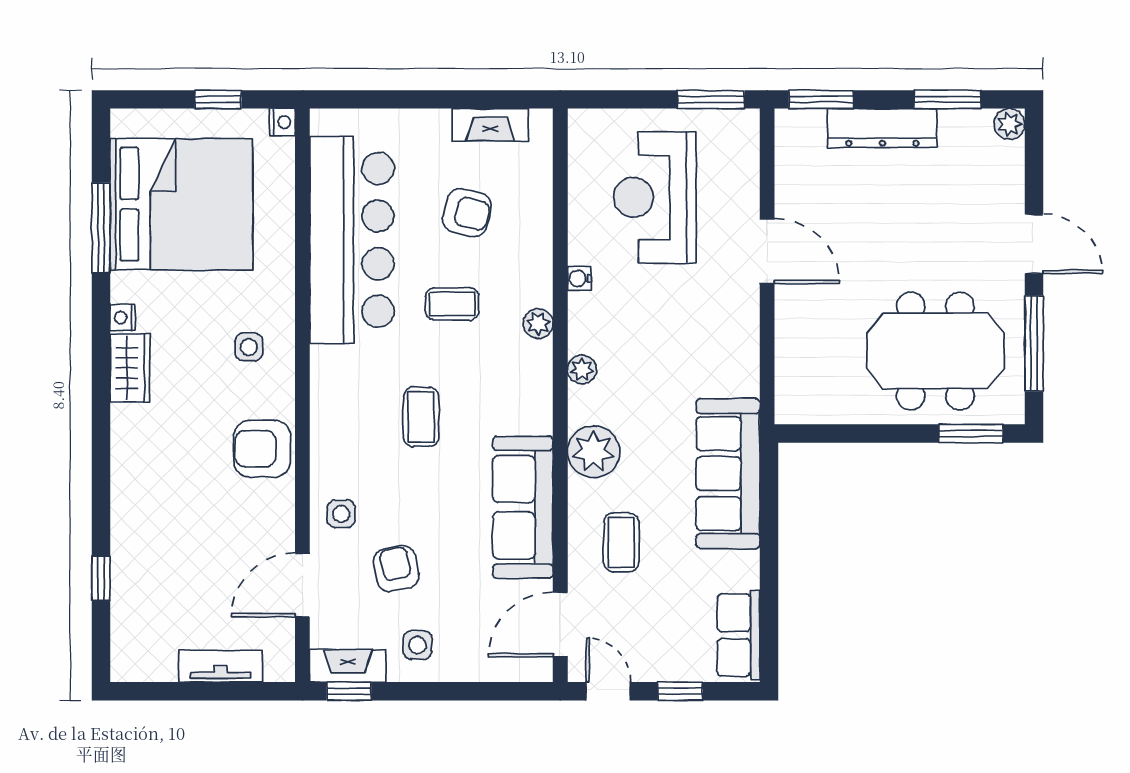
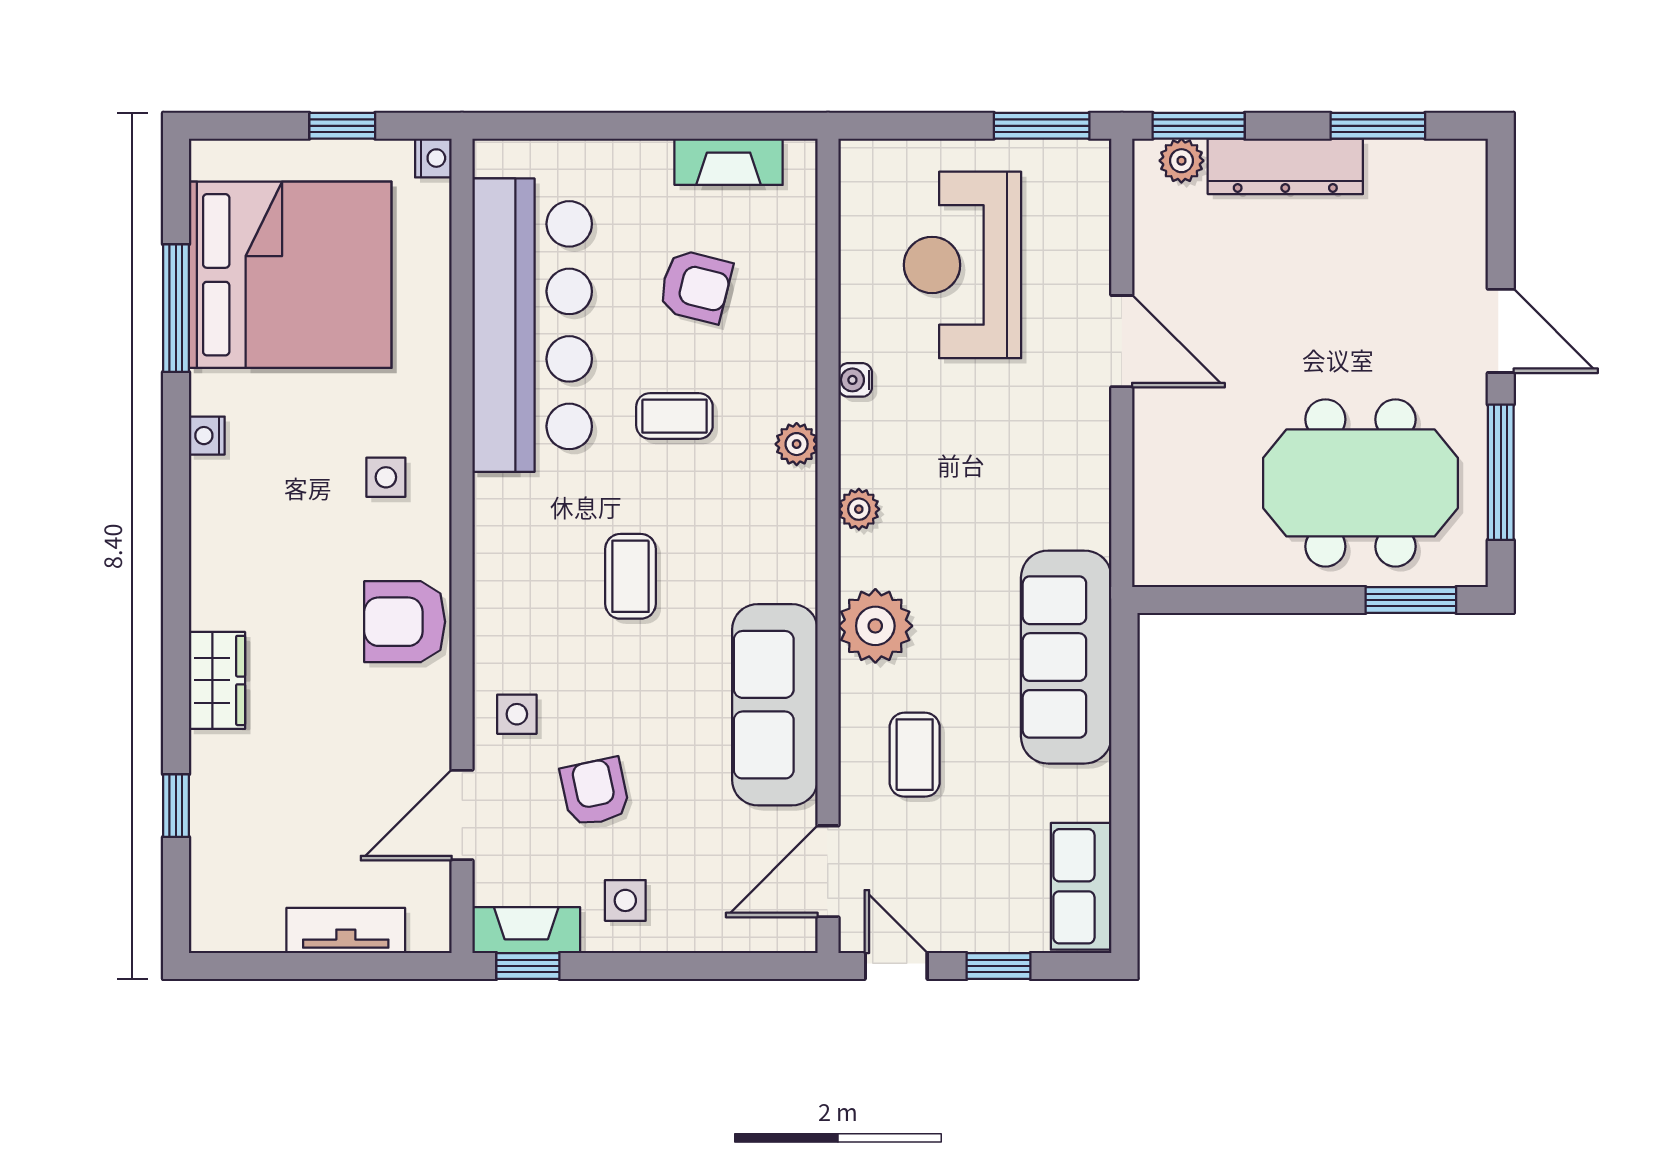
plant: (1009, 124) -> (1181, 161), moved
wardrobe: (130, 368) -> (217, 680), moved

